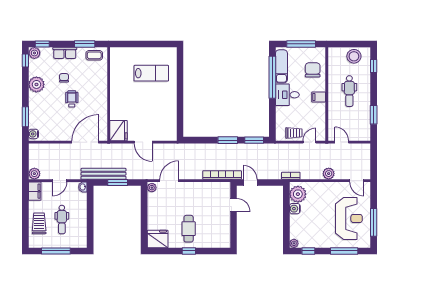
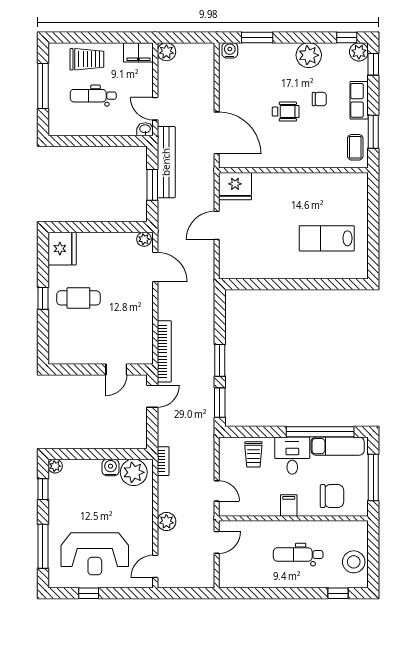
lab bench: (151, 73) -> (327, 238), turned 90
window: (374, 115) -> (260, 593), removed
trolley: (294, 133) -> (253, 454), moved
door: (60, 181) -> (155, 109), moved
window: (374, 222) -> (89, 593), width x0.46

